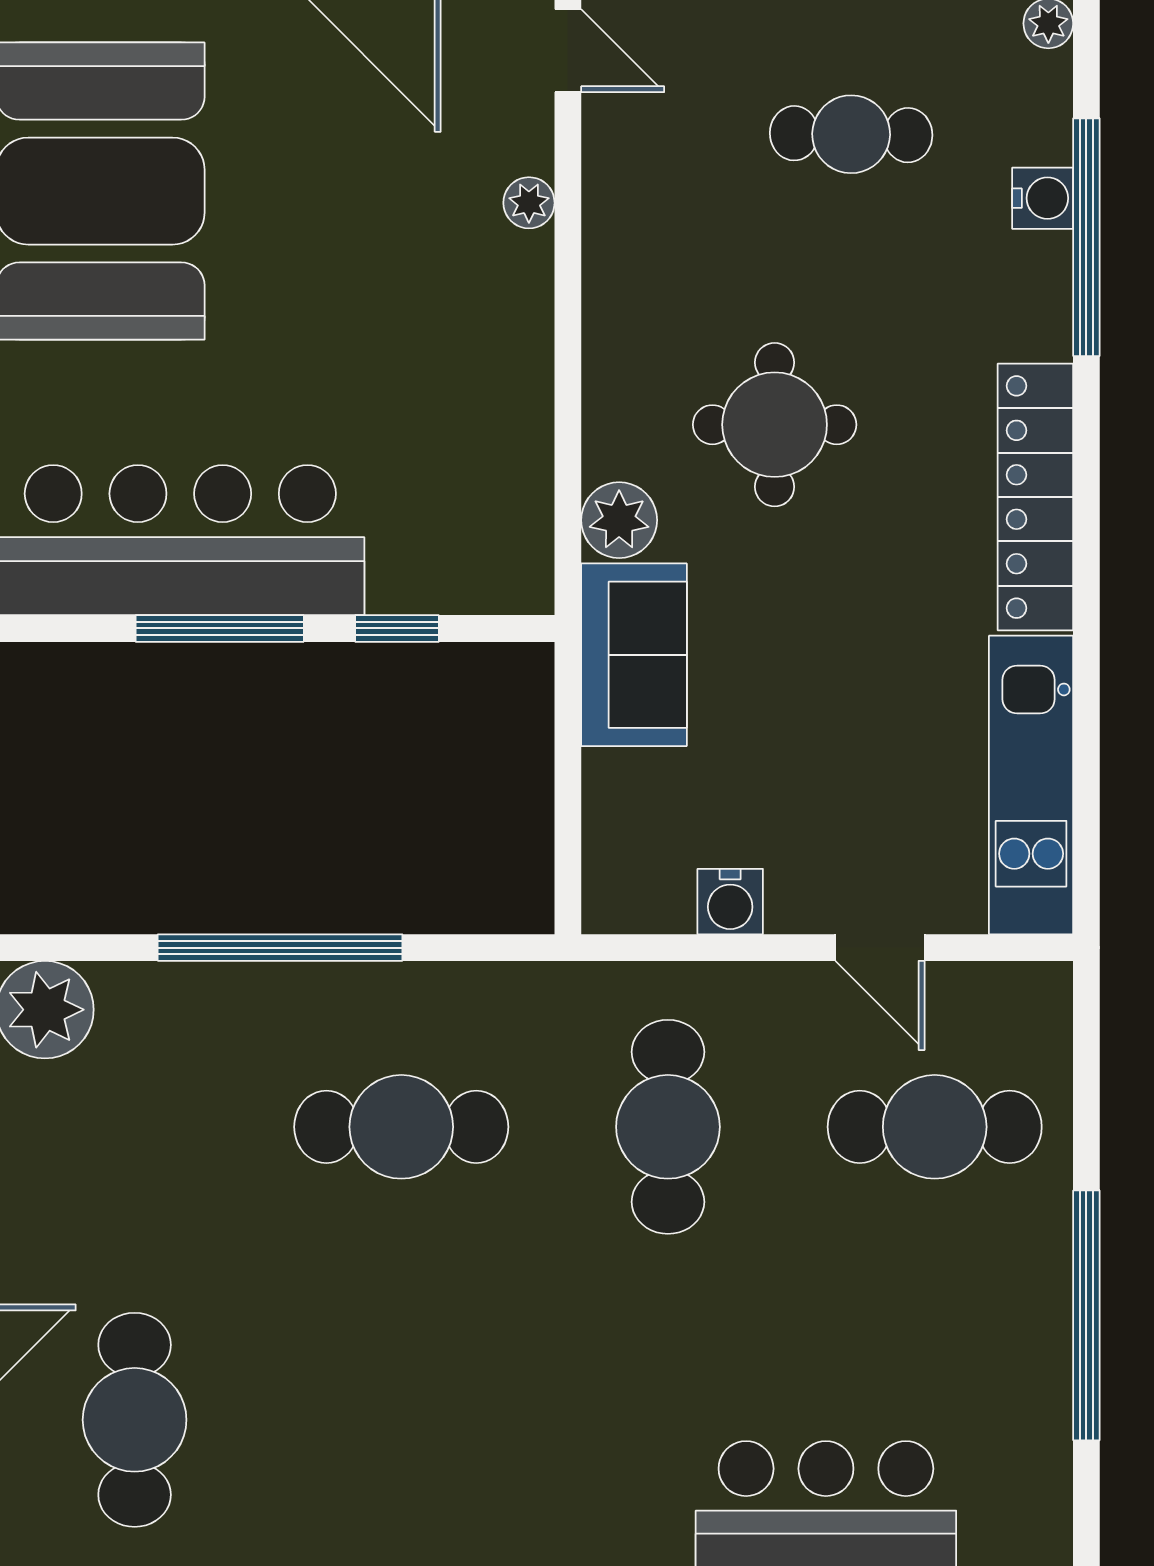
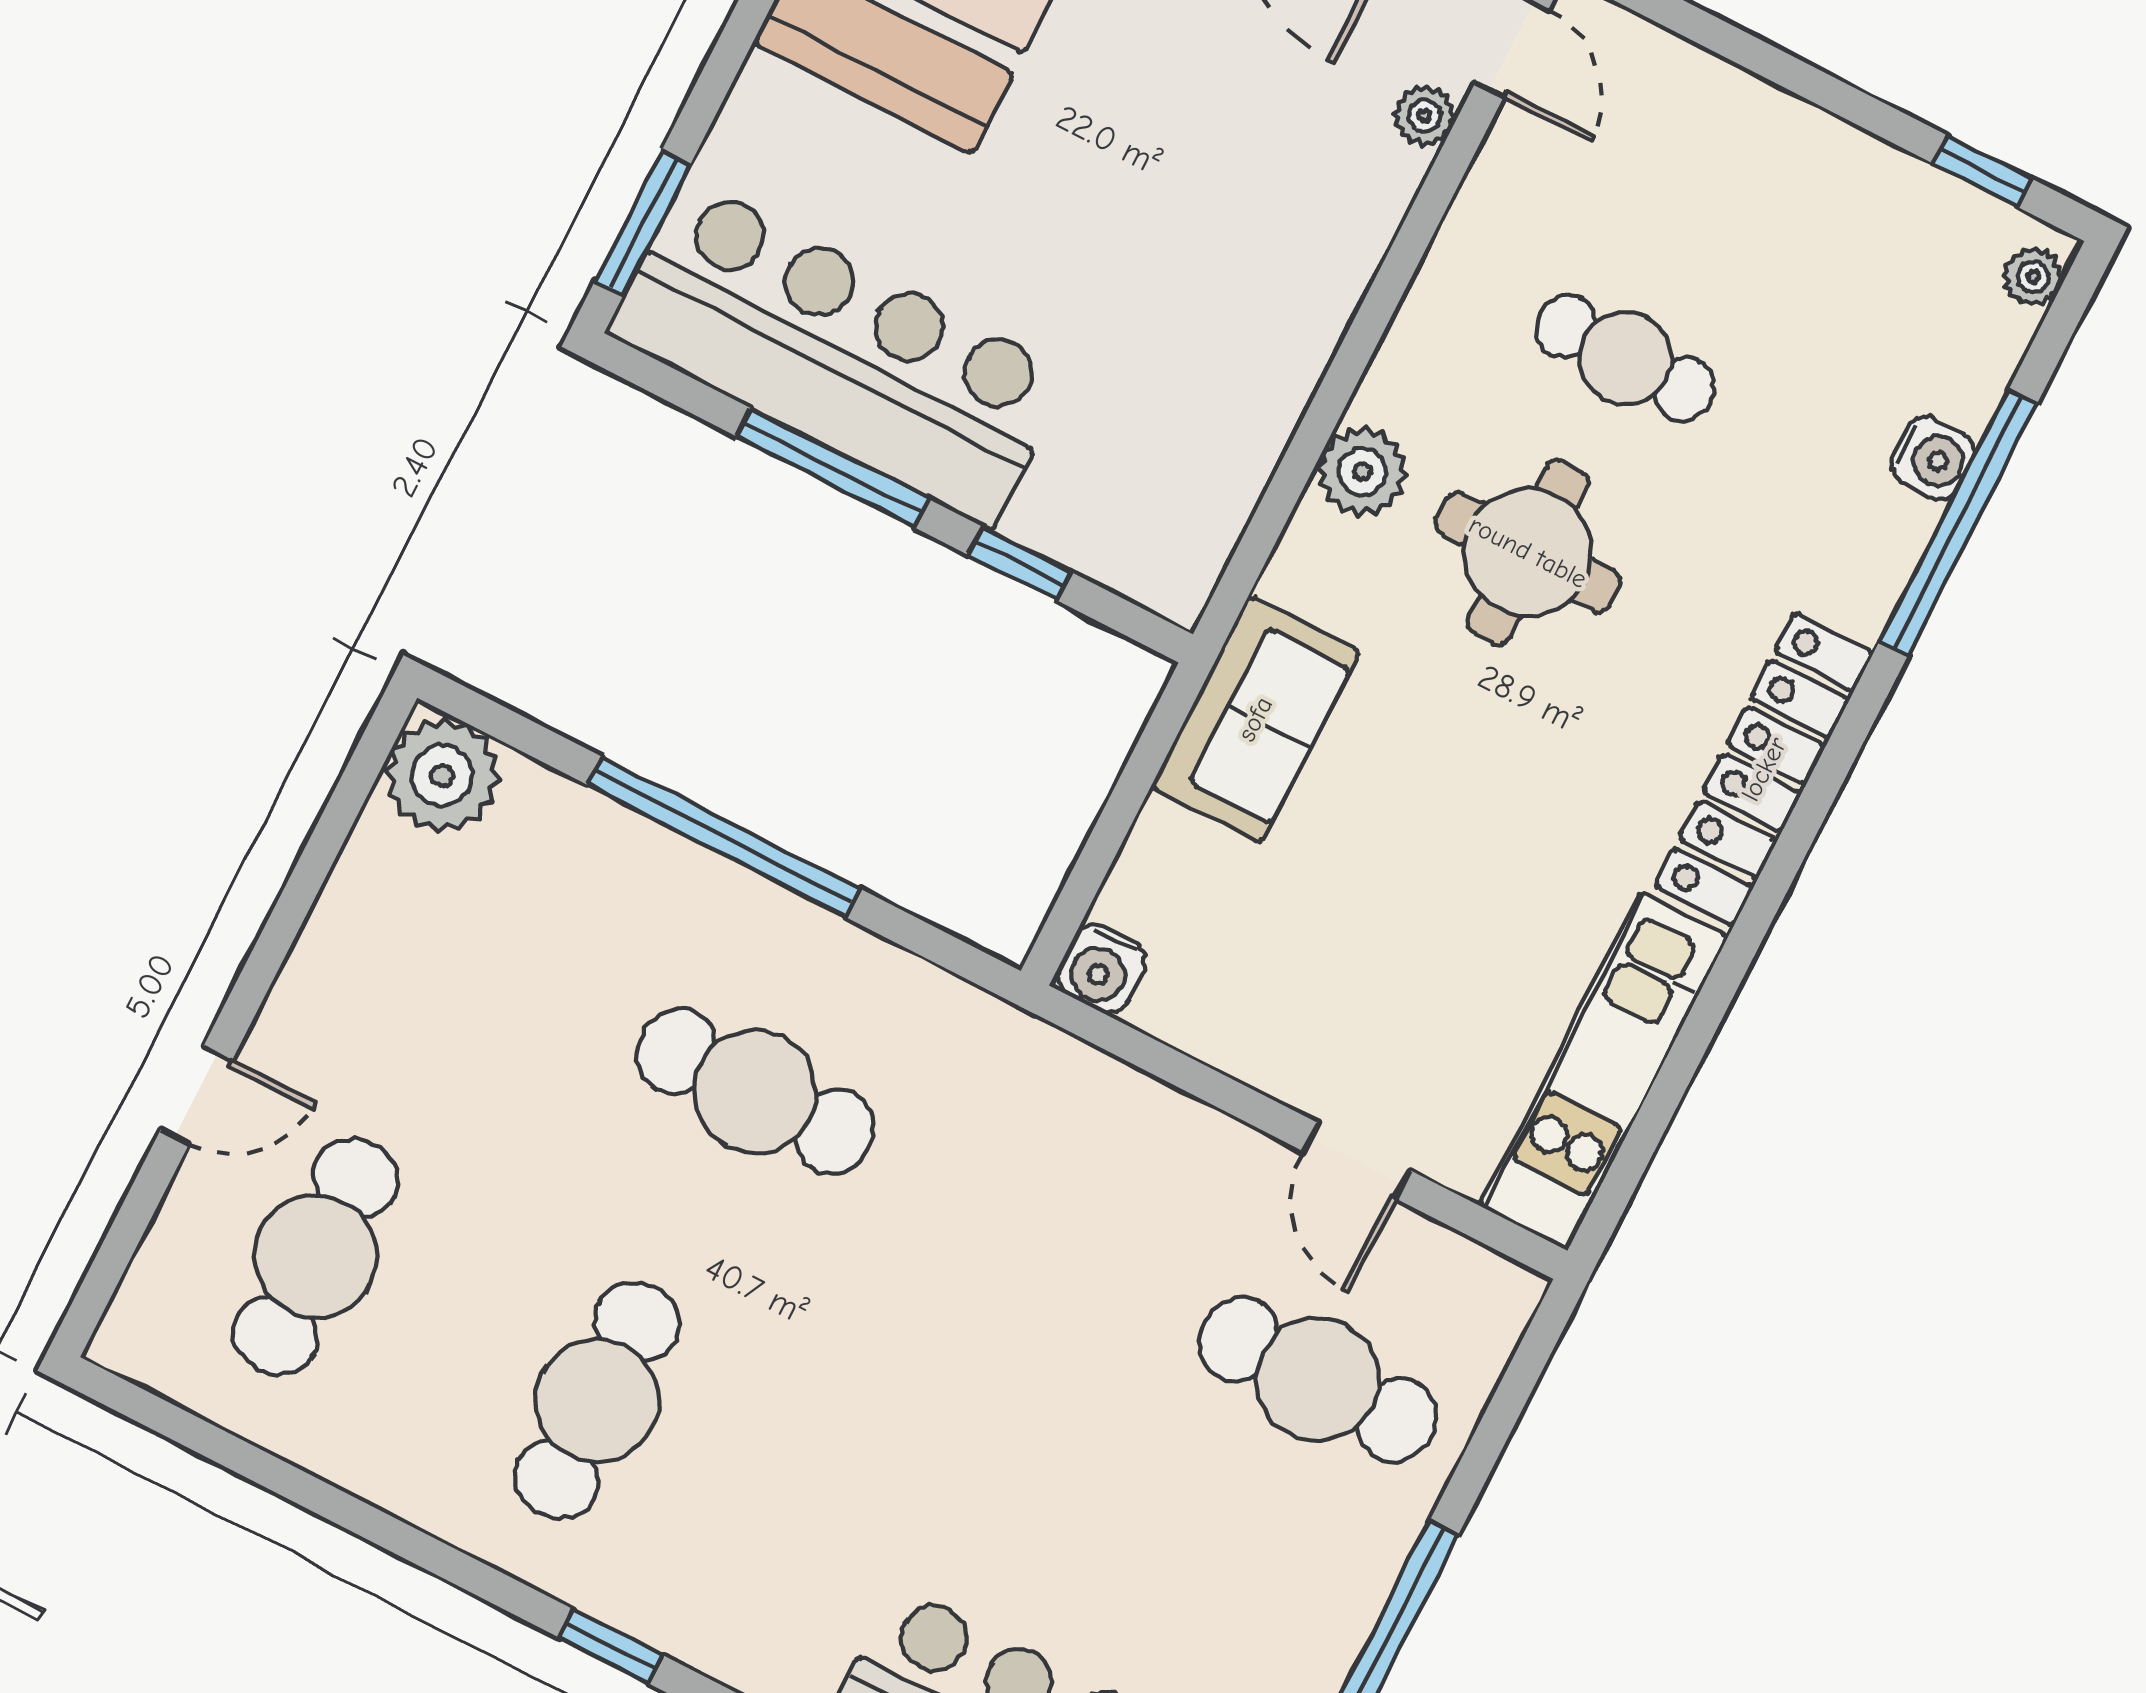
cafe table: (851, 134) -> (1625, 358), moved
plant: (529, 203) -> (1424, 116), moved
plant: (619, 520) -> (1362, 472), moved
water cooler: (730, 902) -> (1101, 969), moved
cafe table: (668, 1127) -> (597, 1401), moved

